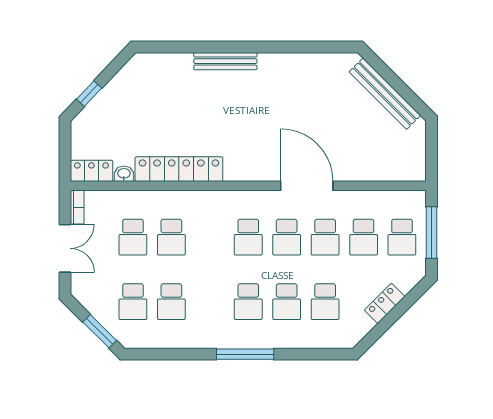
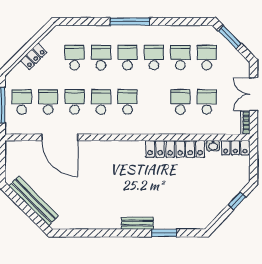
window: (195, 47) -> (164, 233), added
bench: (225, 61) -> (137, 223), width x0.73
door: (307, 186) -> (60, 137), moved
school desk: (210, 302) -> (154, 58), added

